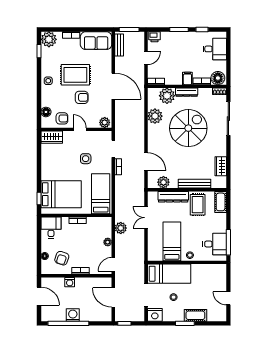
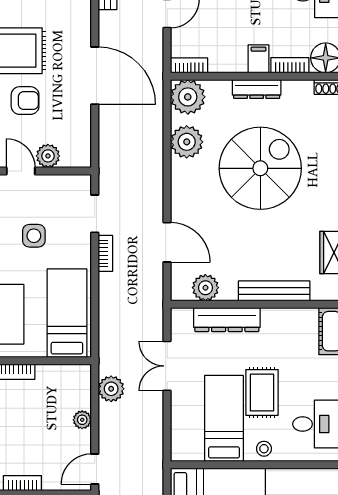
plant: (167, 96) -> (188, 97), moved
plant: (105, 122) -> (48, 156), moved
rug: (198, 205) -> (262, 392), moved

